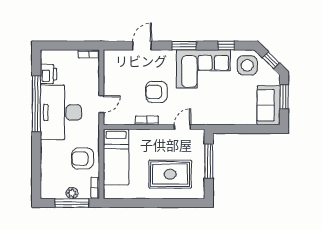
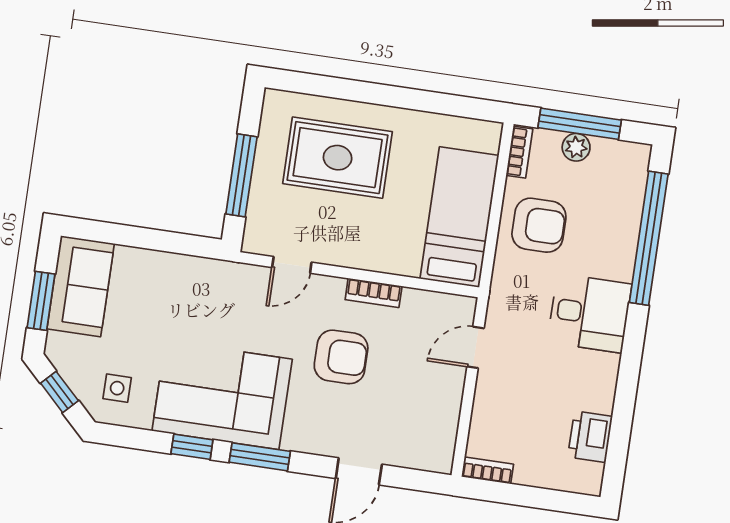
window: (226, 46) -> (192, 447), moved
side table: (247, 65) -> (117, 388), width x0.54, depth x0.54
window: (36, 104) -> (649, 238), moved
desk: (61, 112) -> (590, 313), width x0.53, depth x0.77

